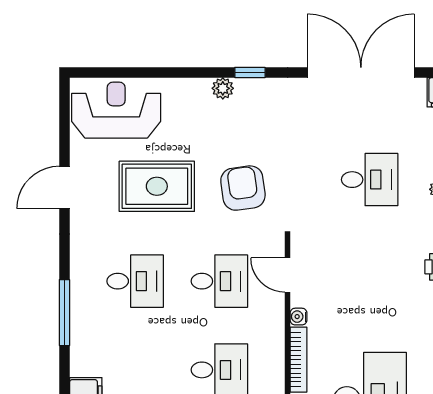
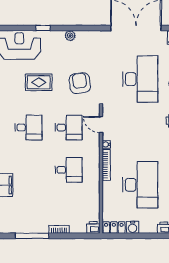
window: (250, 72) -> (43, 28), moved
desk: (370, 180) -> (140, 79), width x1.87, depth x1.30
rug: (157, 186) -> (39, 82), width x0.73, depth x0.70

